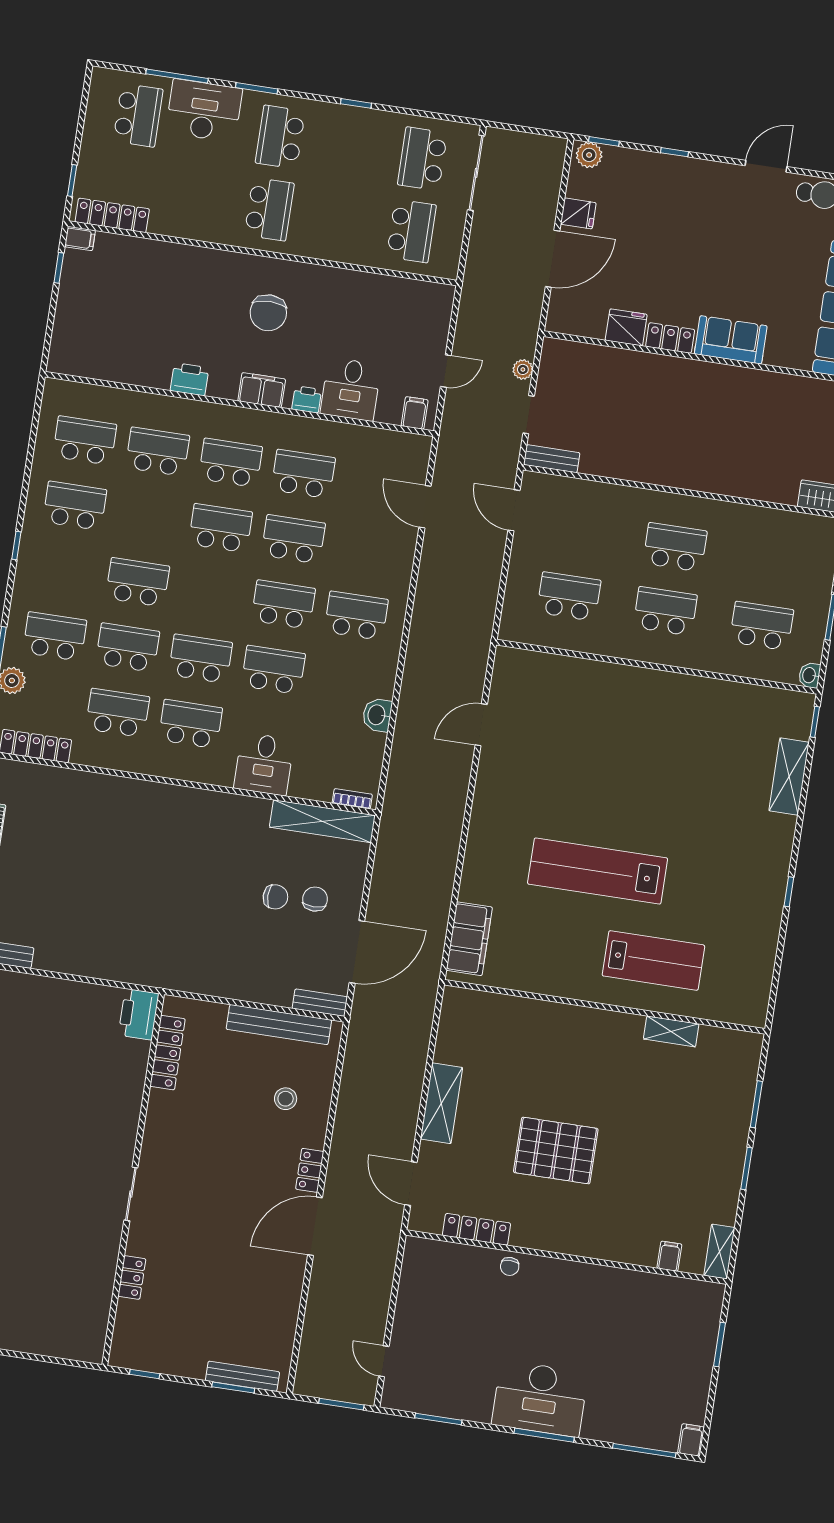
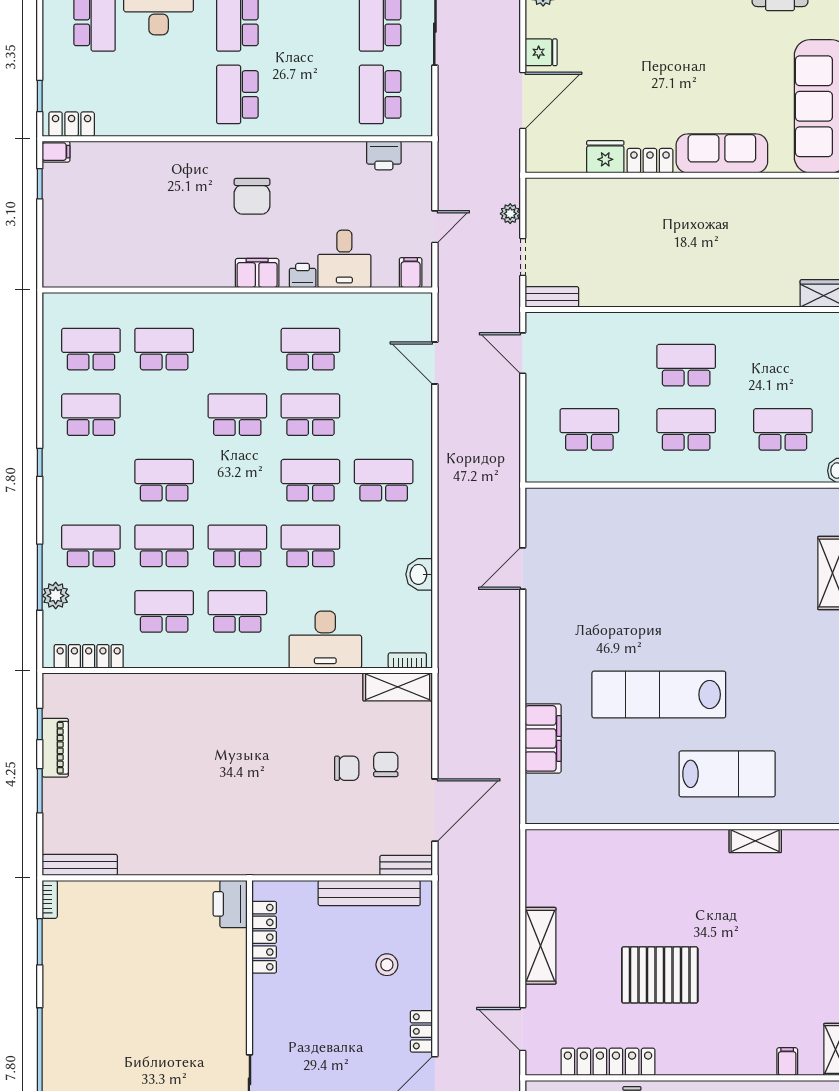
school desk: (269, 209) -> (237, 94), turned 180
locker: (112, 215) -> (72, 124), width x0.66
school desk: (411, 231) -> (380, 94), turned 180
sofa: (731, 340) -> (722, 153), width x1.36
printer: (190, 379) -> (384, 155), moved, turned 180
school desk: (230, 463) -> (237, 349), removed
desk: (264, 764) -> (325, 640), width x1.37
shelving: (322, 821) -> (398, 687), width x0.68
filing cabinet: (469, 939) -> (543, 738), moved
locker: (477, 1229) -> (608, 1062), width x1.41, depth x1.21

